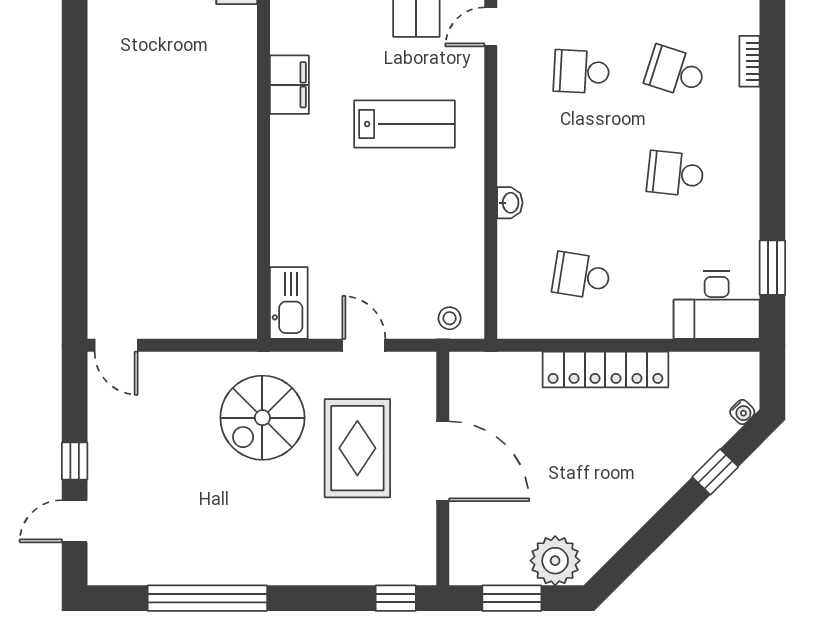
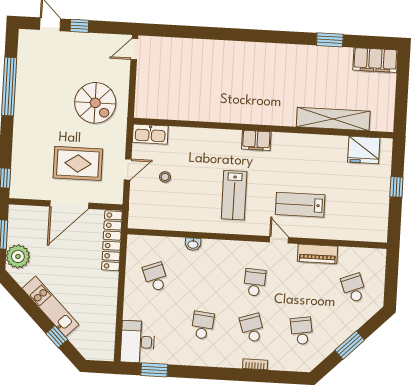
school desk: (675, 72) -> (252, 328), turned -36
school desk: (581, 276) -> (156, 277), turned -30
stool: (450, 318) -> (165, 177), moved
locker: (605, 370) -> (112, 241), moved
water cooler: (742, 412) -> (85, 351), removed
spiral stairs: (262, 418) -> (95, 103), moved, turned 180
kitchen unit: (654, 488) -> (51, 306), added

